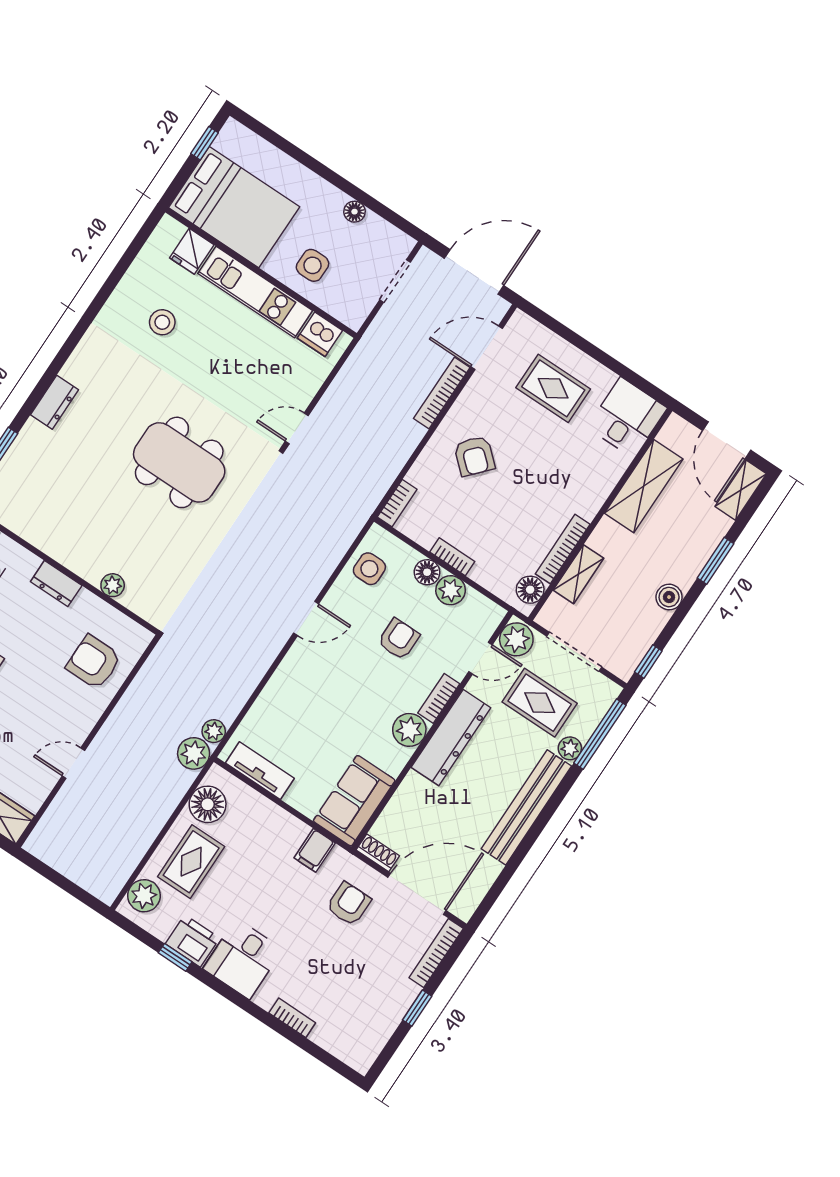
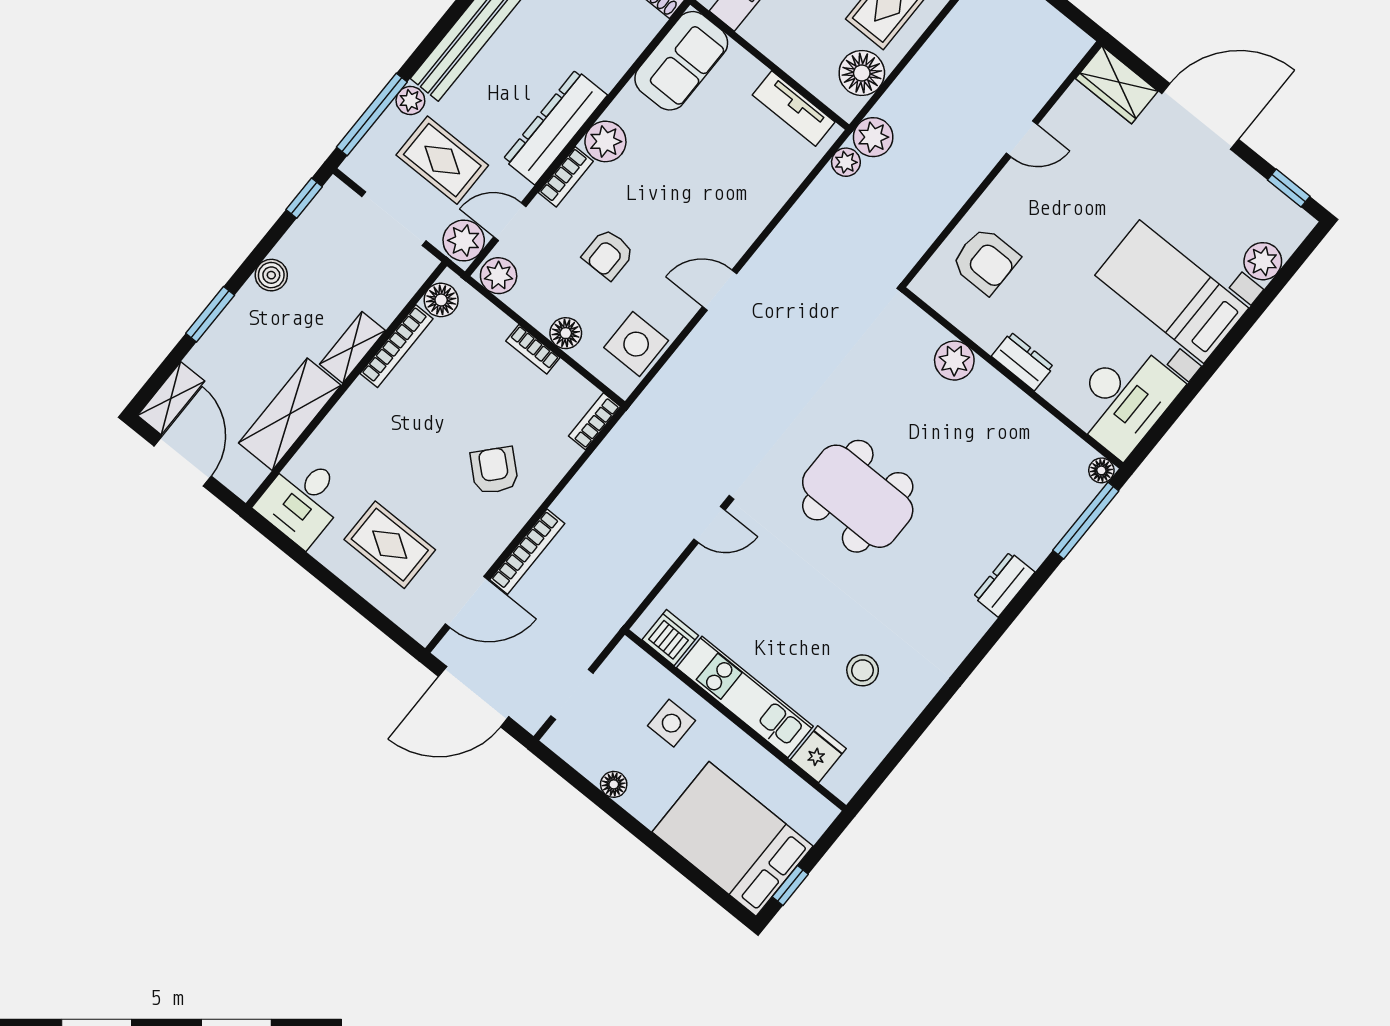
bed: (234, 207) -> (733, 839), moved
side table: (369, 569) -> (636, 344), width x1.37, depth x1.37
shelving: (578, 574) -> (352, 347), moved
plant: (113, 585) -> (954, 361), width x1.38, depth x1.38
plant: (451, 590) -> (499, 276), moved

